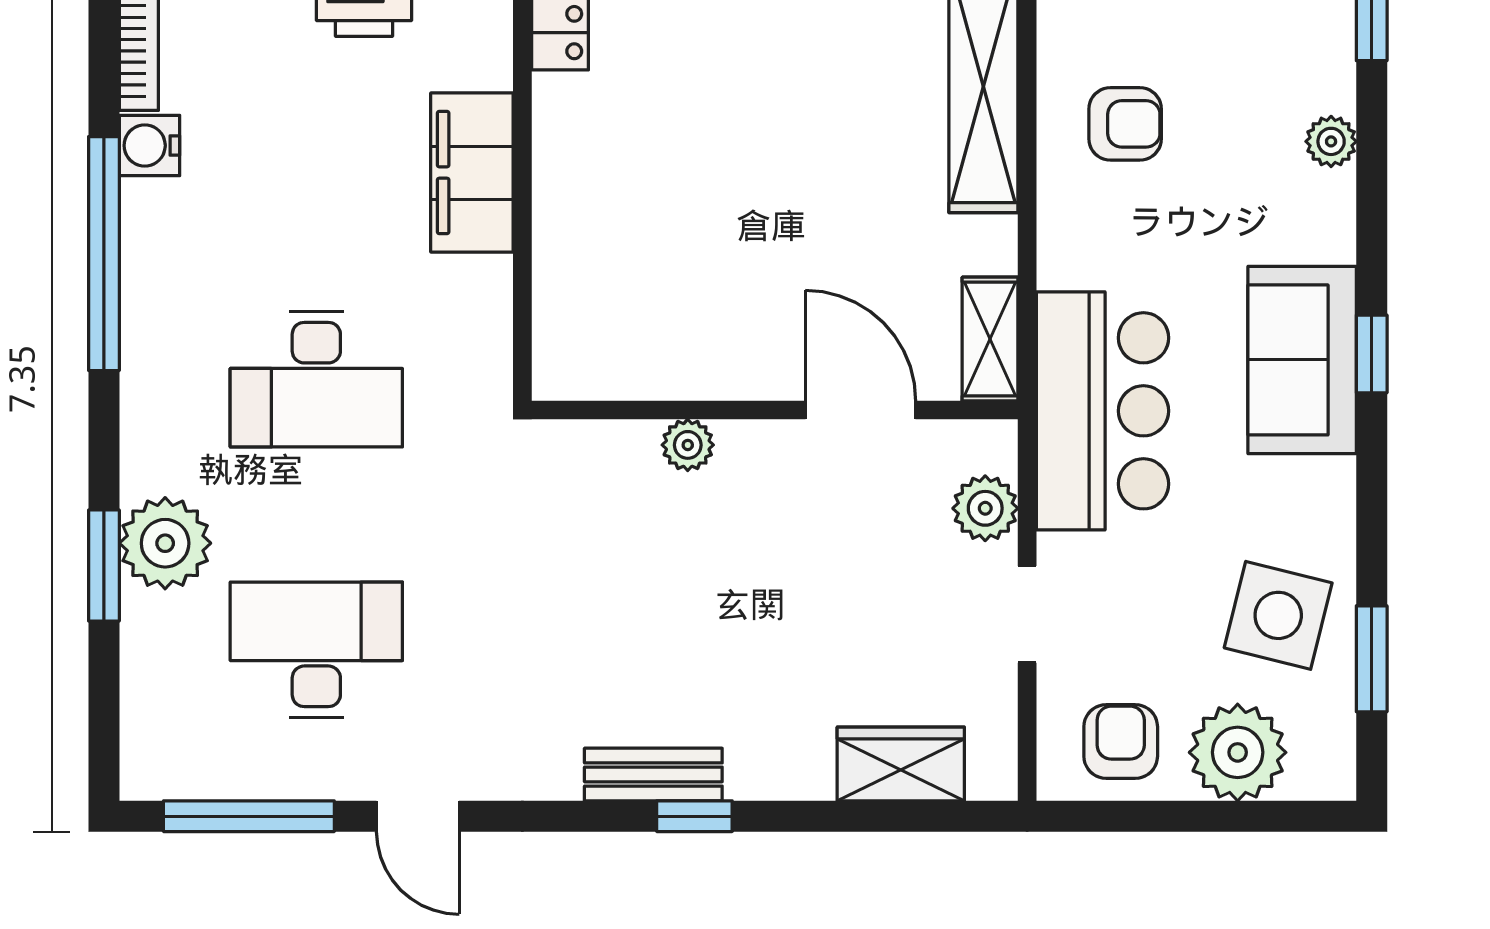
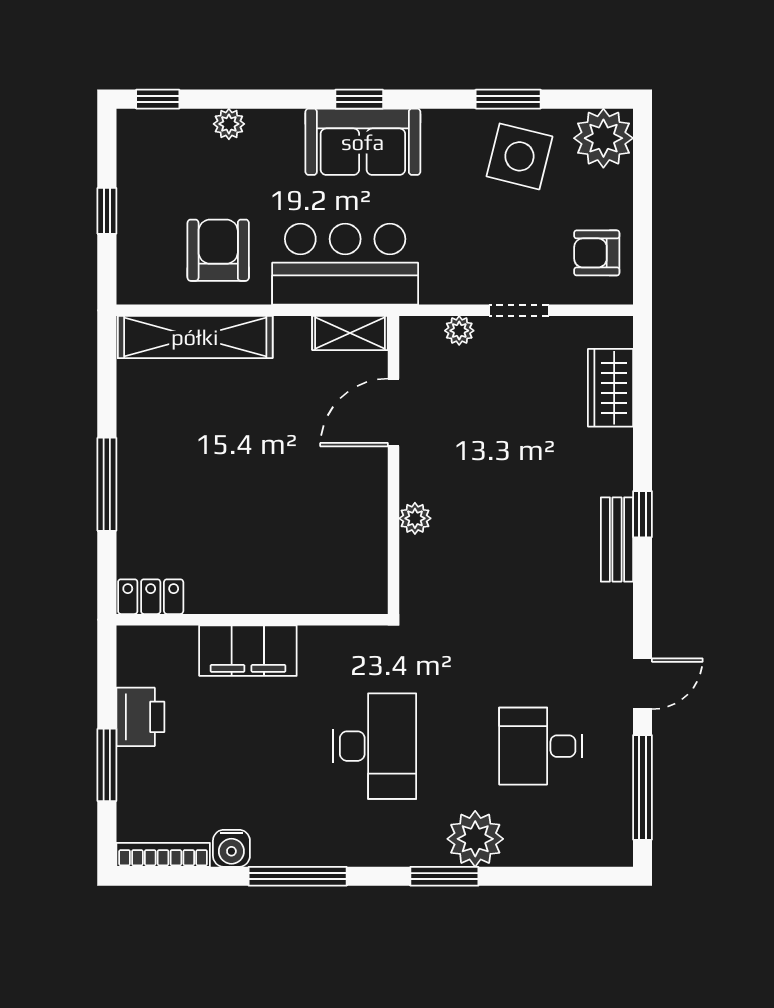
armchair: (1125, 124) -> (218, 250), width x1.38, depth x1.38
window: (104, 254) -> (298, 876), width x0.68
bar counter: (1102, 411) -> (345, 264), moved
plant: (985, 508) -> (459, 331), width x0.73, depth x0.73
window: (104, 565) -> (444, 876), moved
desk: (316, 650) -> (541, 746), width x0.73
window: (1372, 659) -> (508, 99), moved
plant: (1238, 752) -> (603, 138), moved

